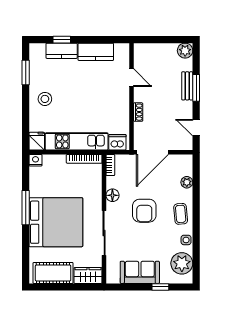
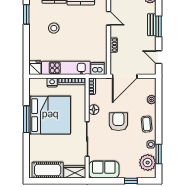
stool: (45, 99) -> (54, 28), moved
nightstand: (36, 160) -> (52, 82), moved
armchair: (144, 211) -> (118, 122), turned 180
bed: (56, 222) -> (50, 115), moved
window: (196, 252) -> (159, 154), added
sofa: (140, 272) -> (104, 170), moved

